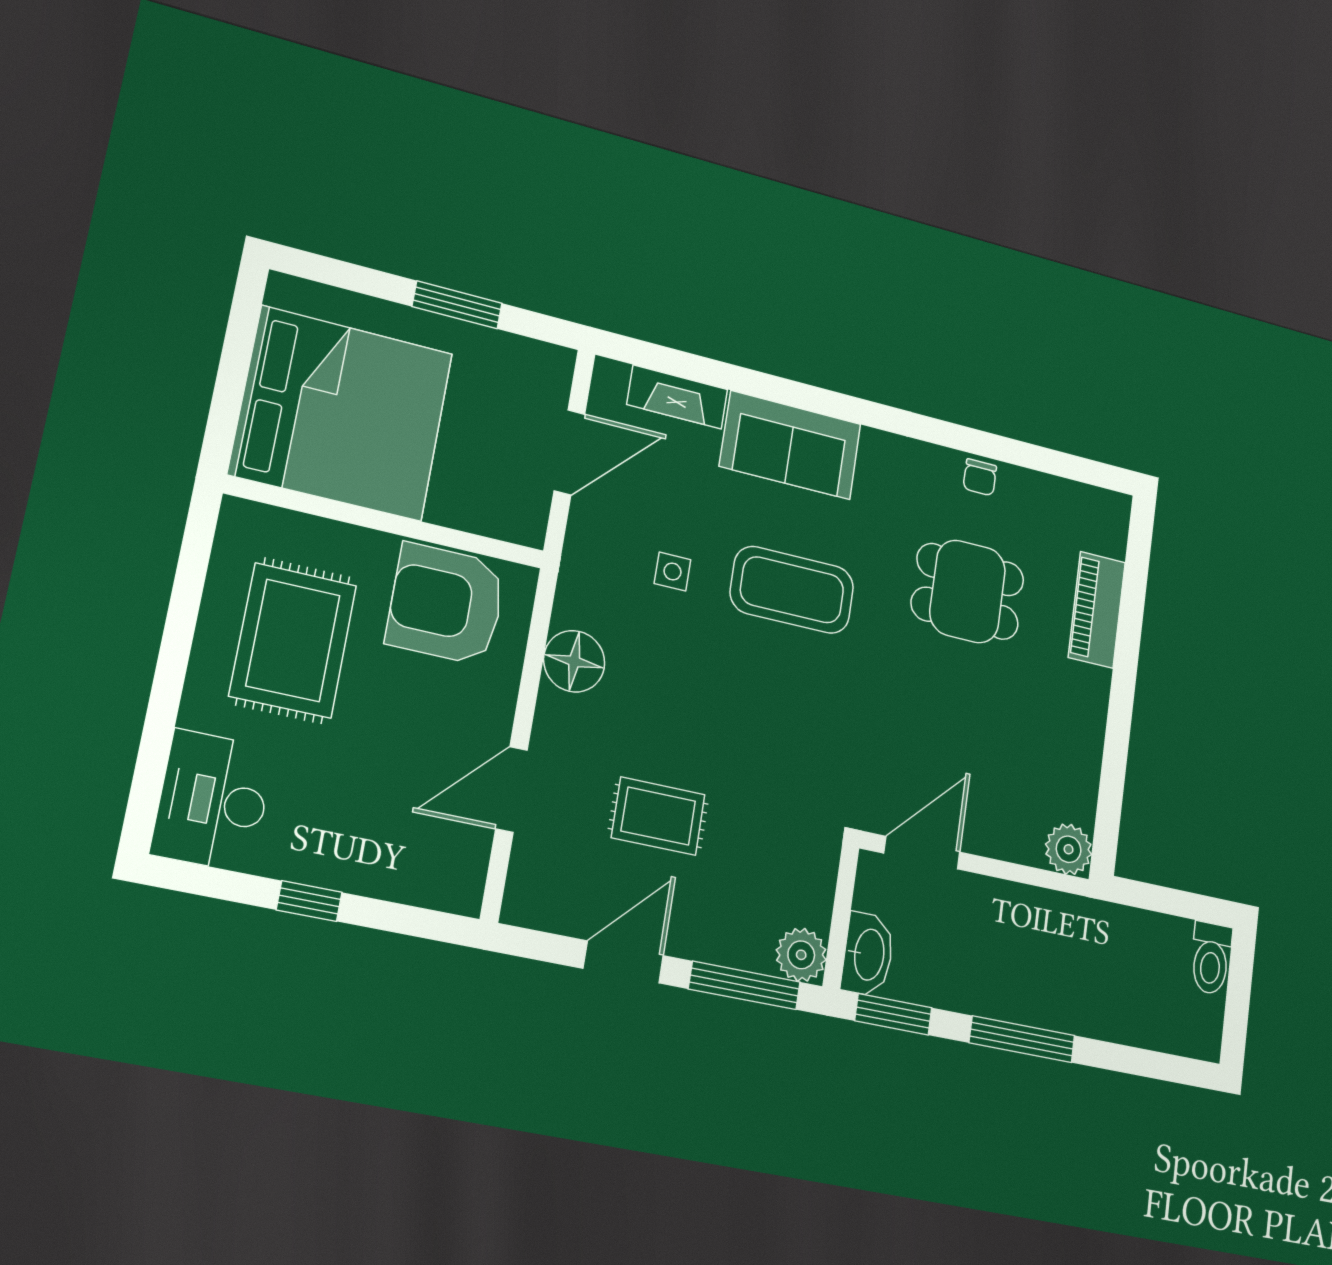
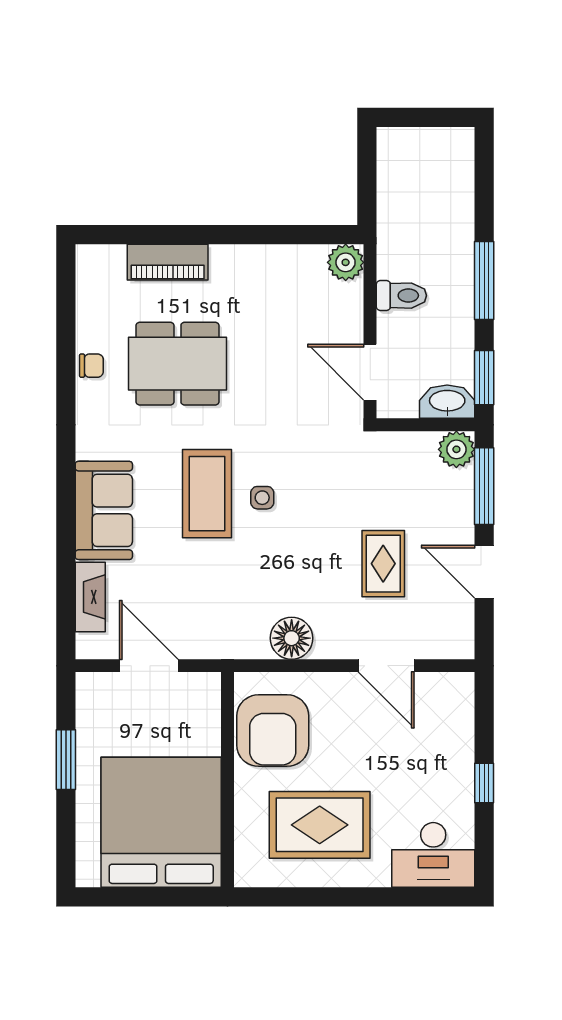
side table: (673, 572) -> (262, 498), moved
dining table: (968, 591) -> (177, 364), width x1.37
toilet: (1211, 958) -> (401, 296), moved

